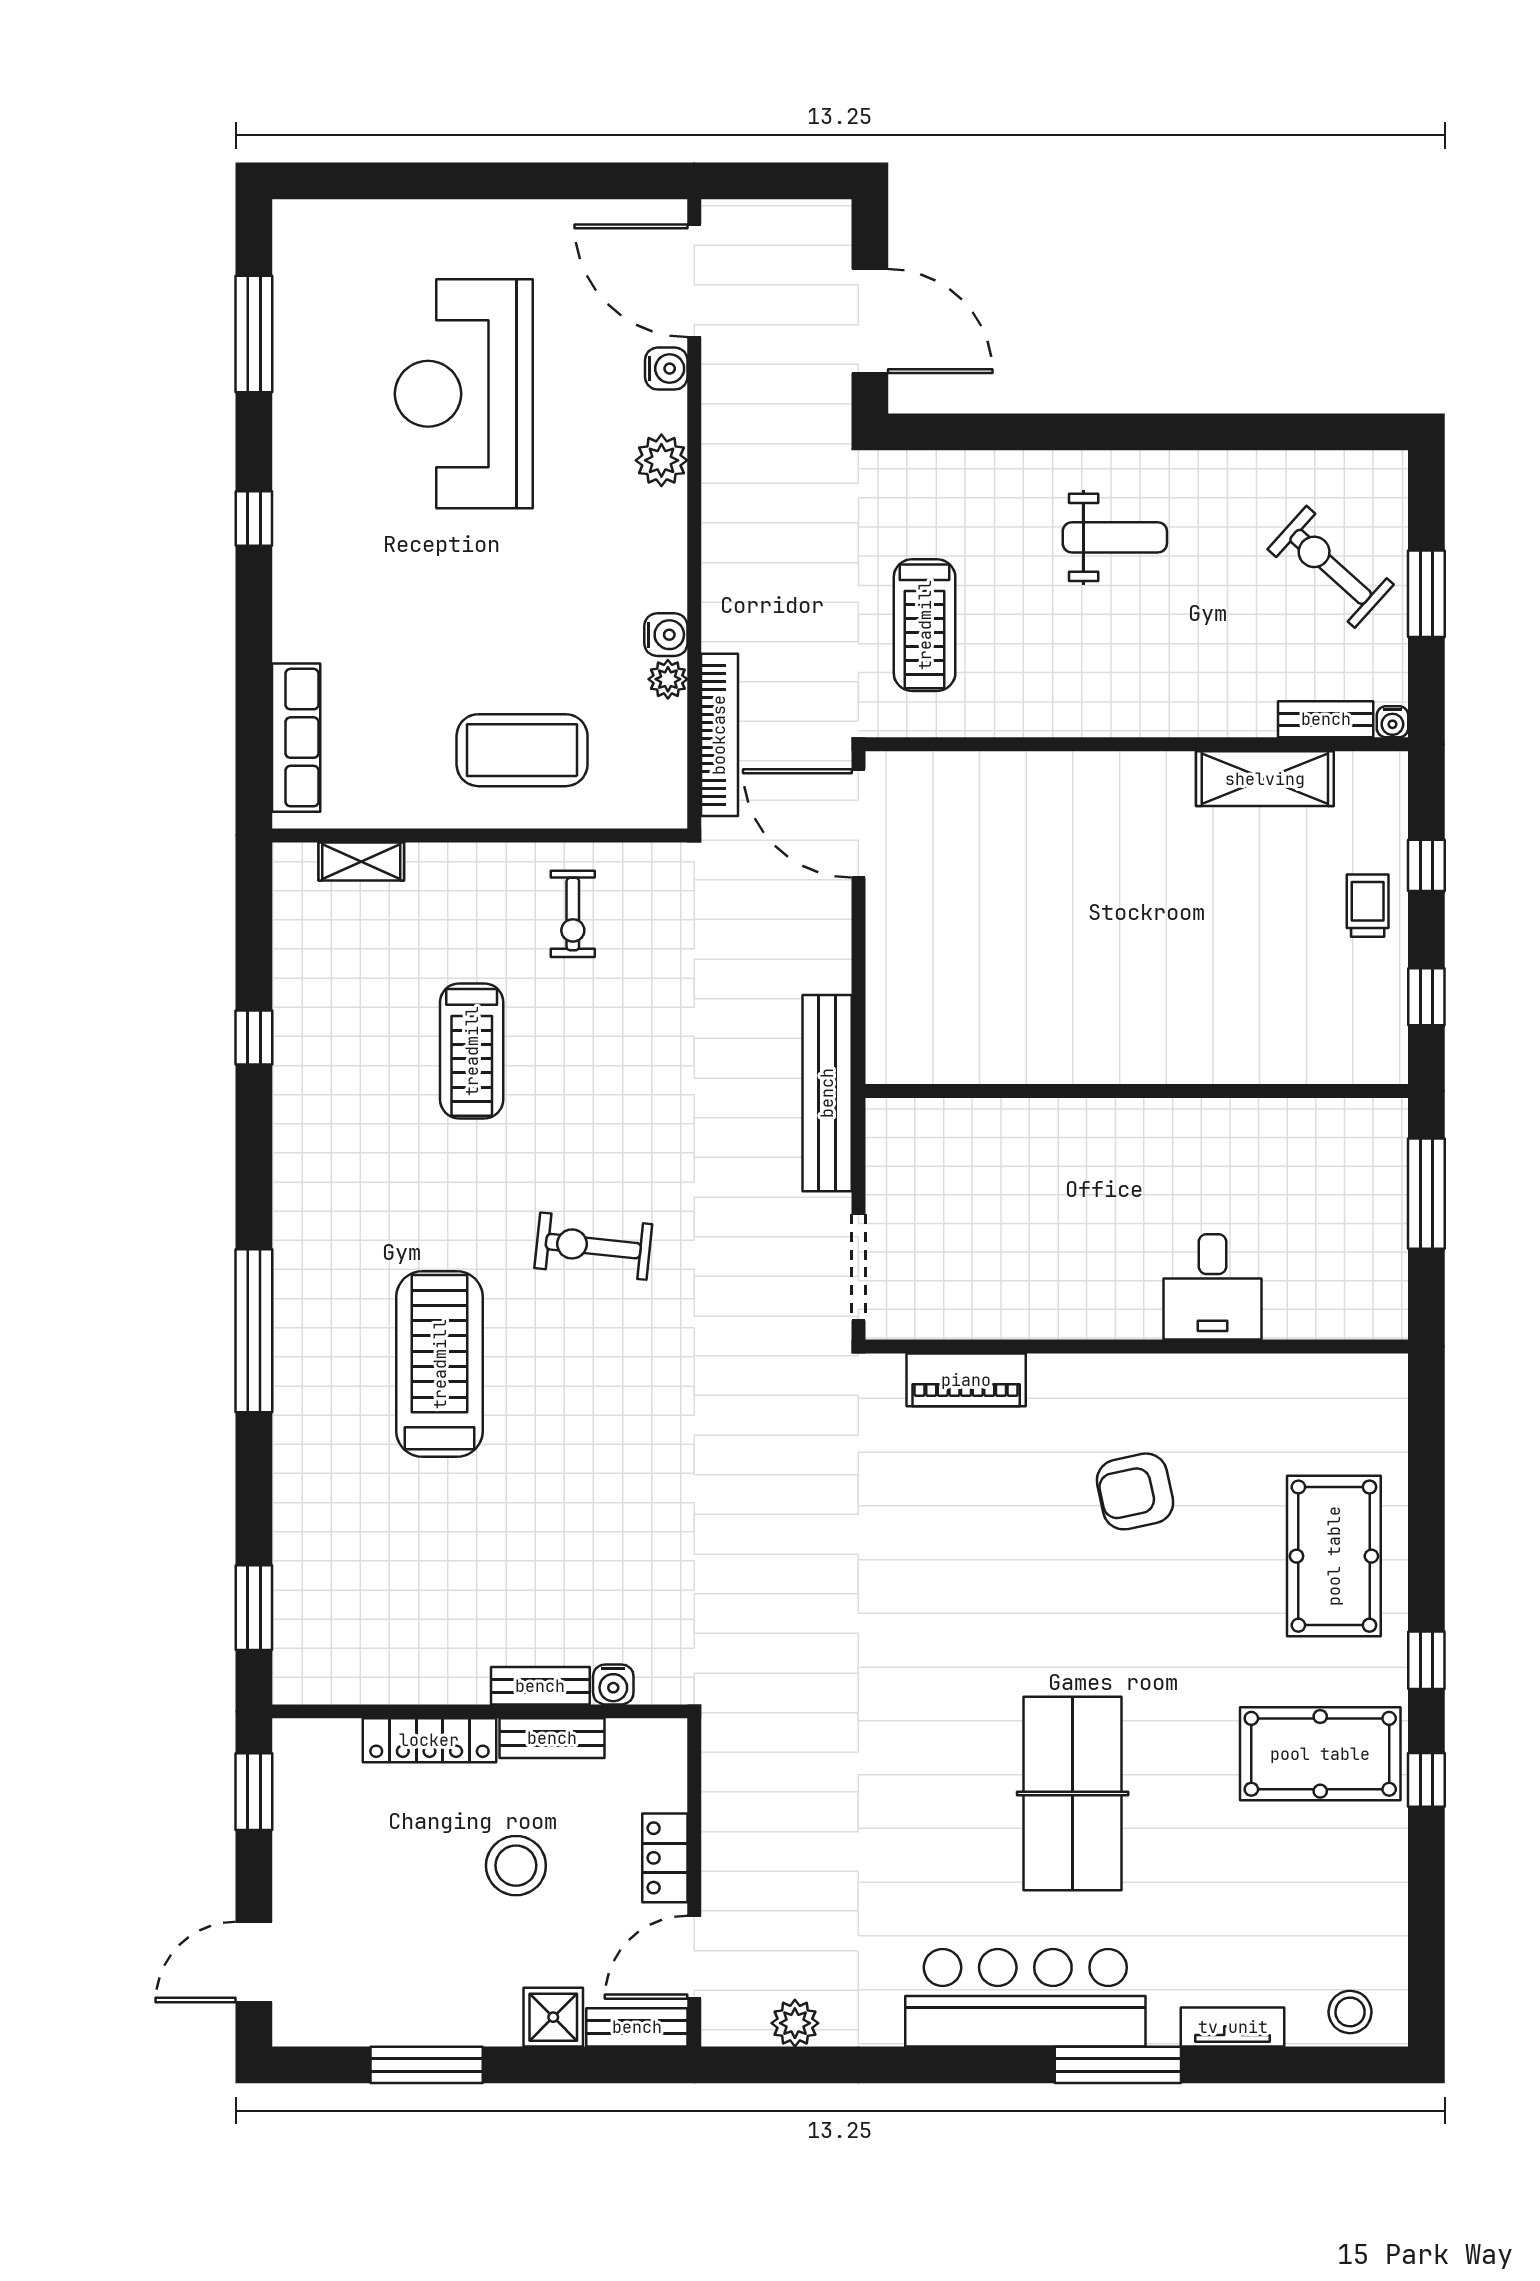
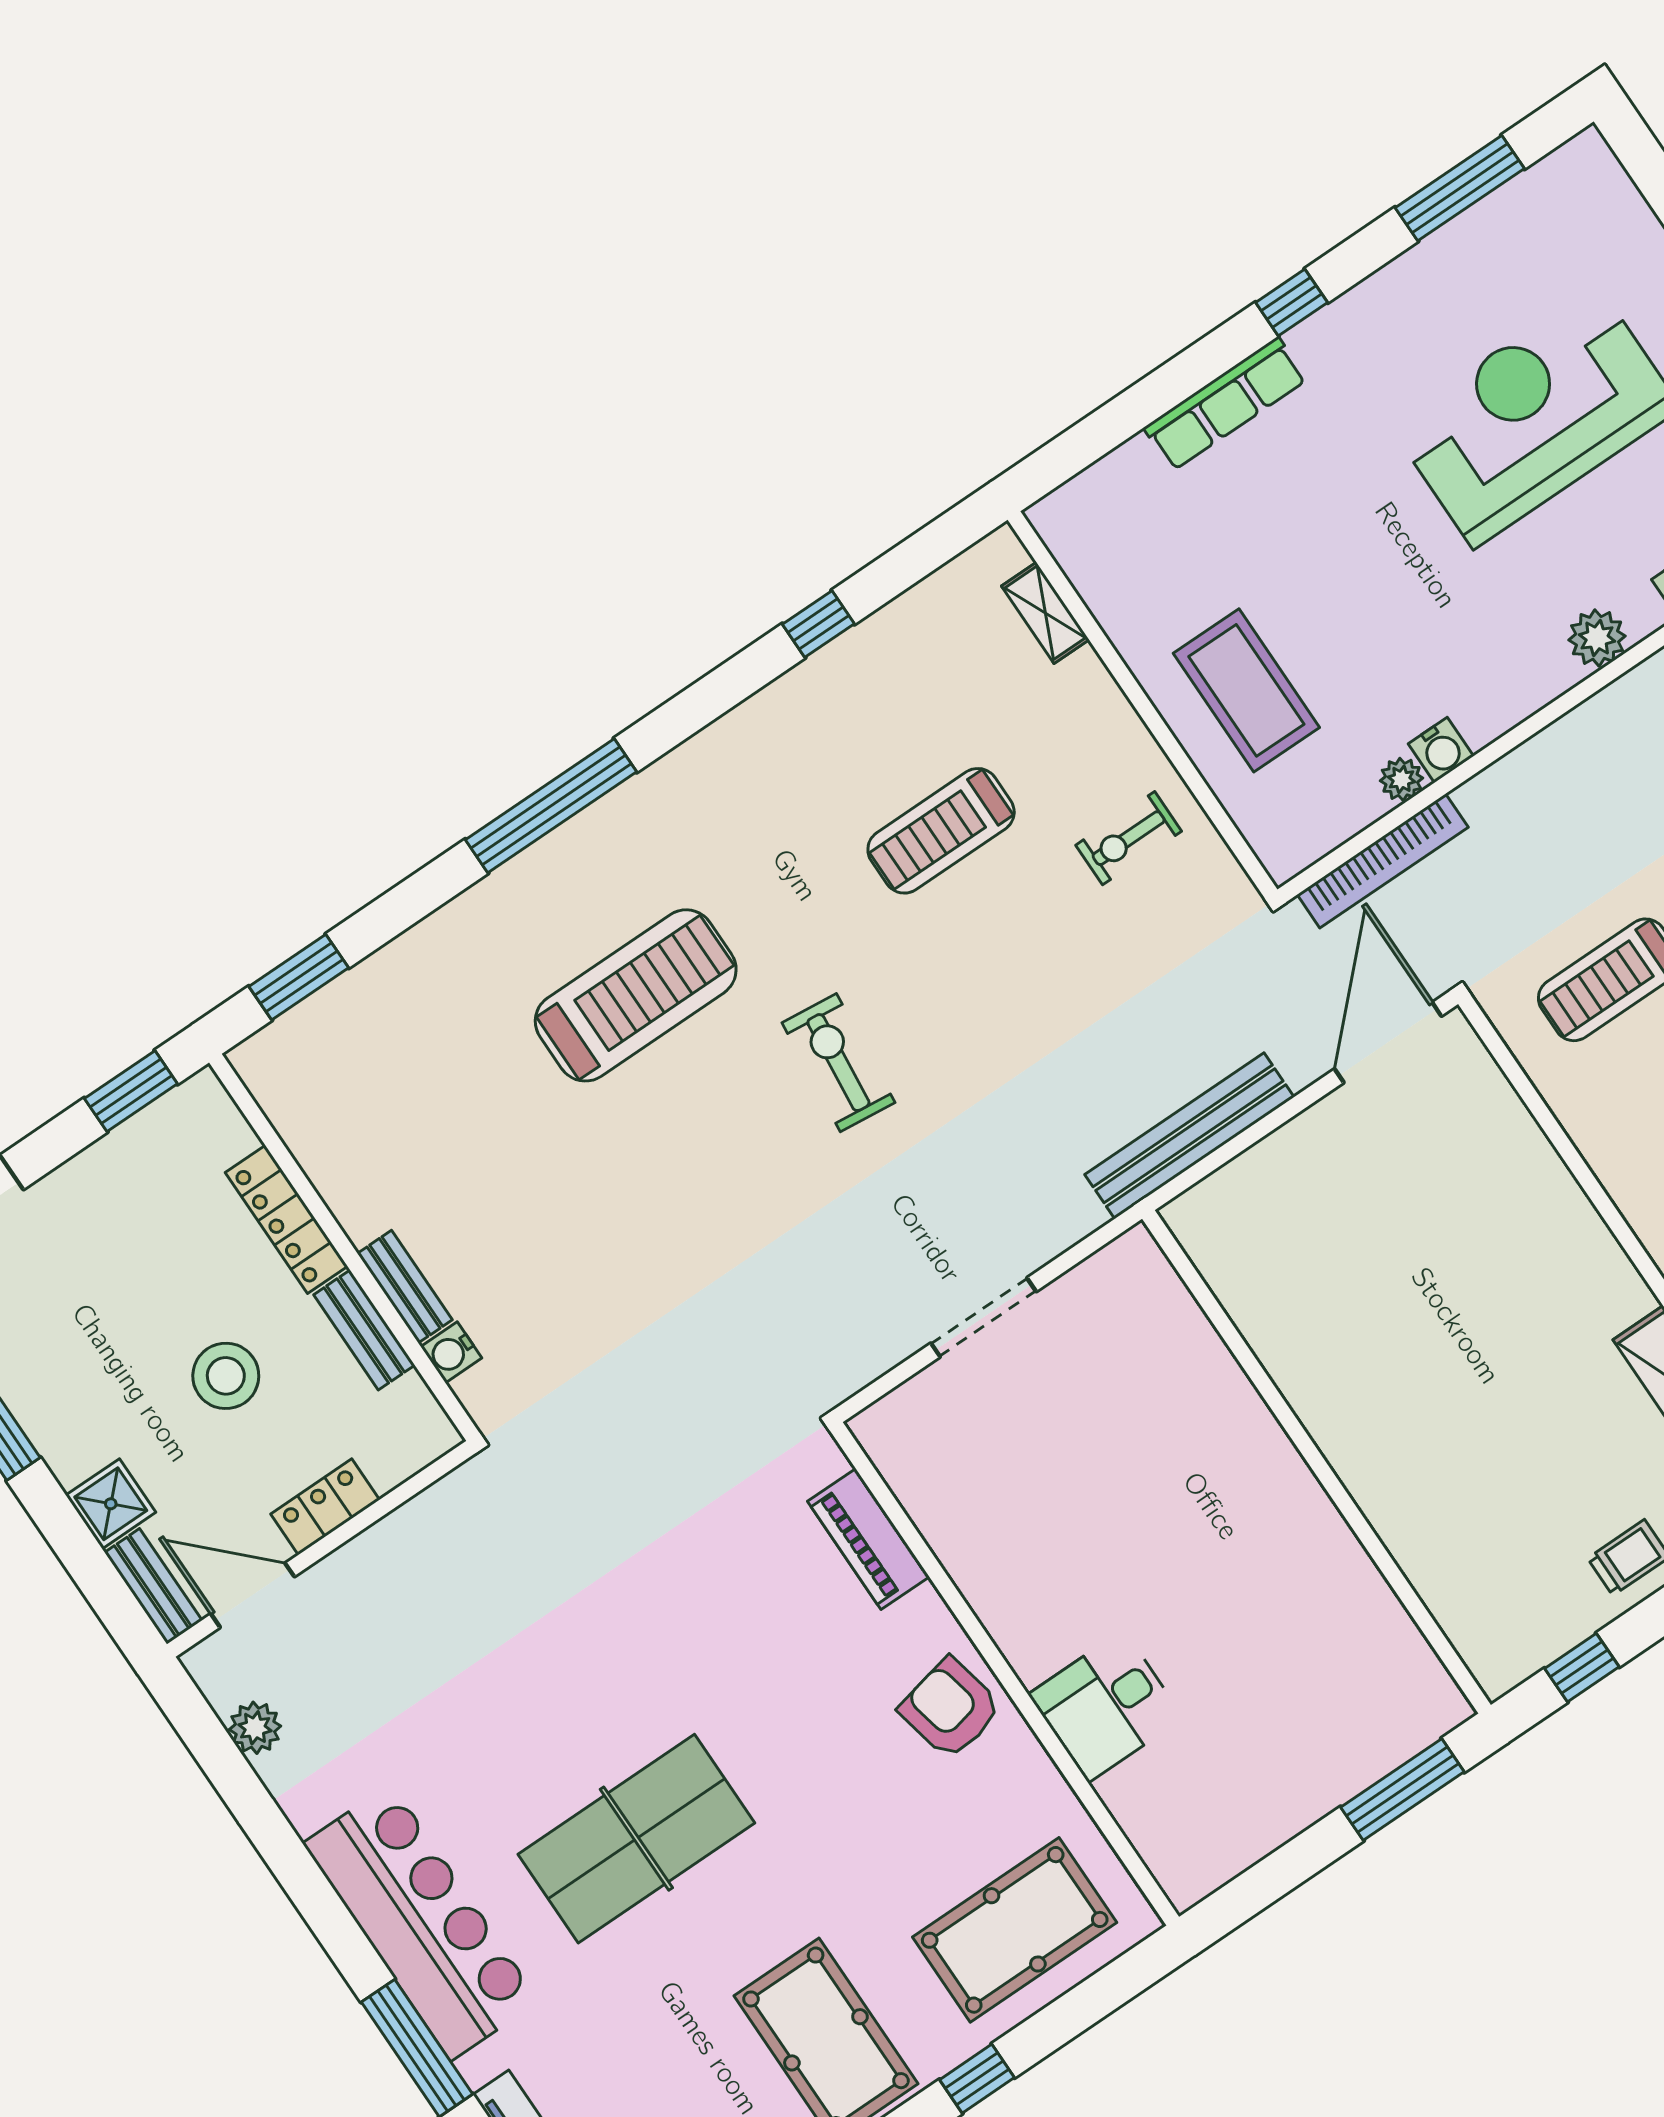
row of seats: (296, 738) -> (1225, 404), moved
bench: (827, 1093) -> (1189, 1136), moved
desk: (1213, 1287) -> (1106, 1706), moved
wall: (1137, 1346) -> (1005, 1674), moved
piano: (966, 1380) -> (868, 1539), moved

